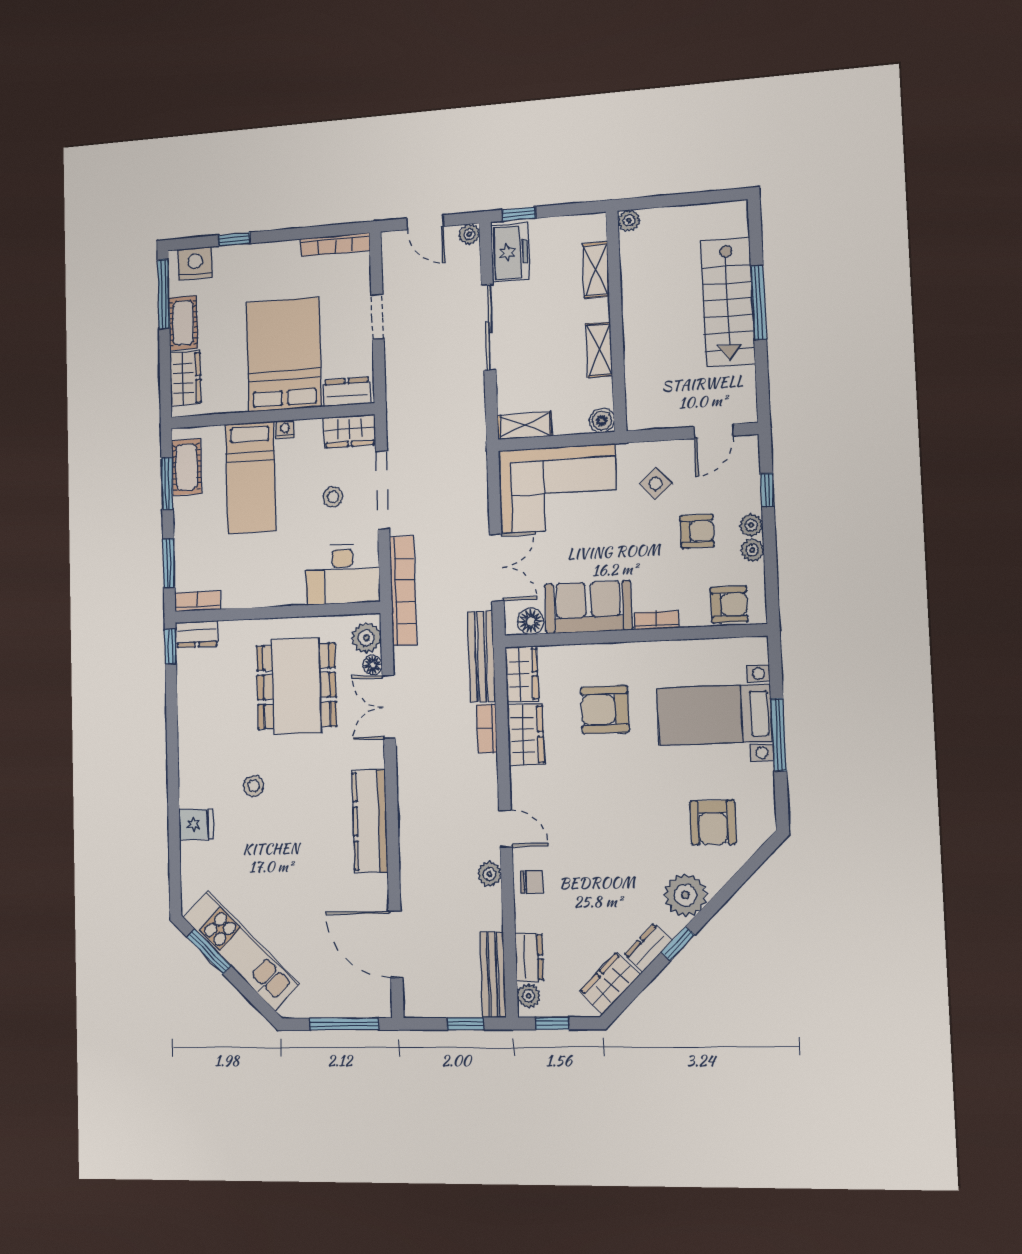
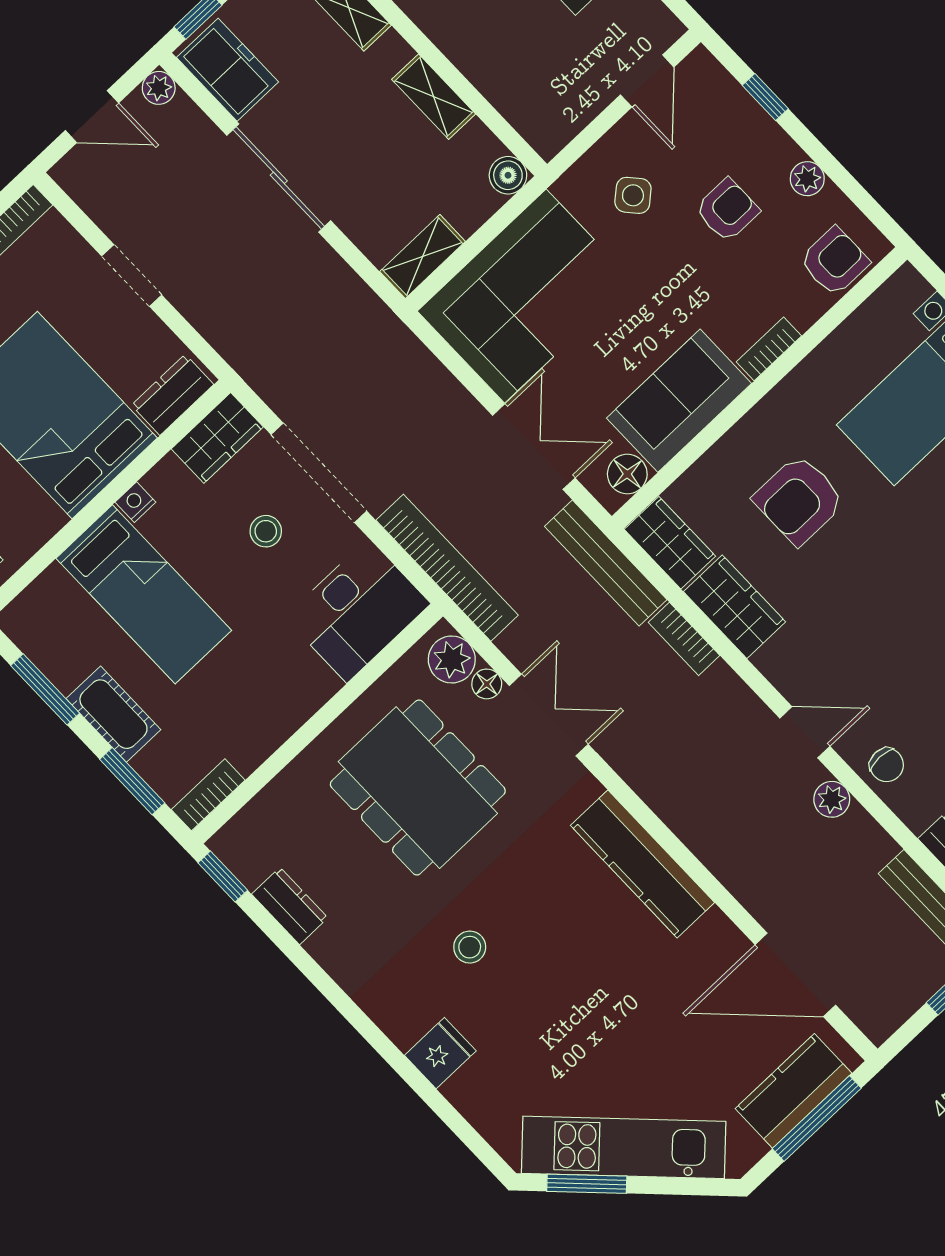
cot: (187, 467) -> (113, 714), moved
plant: (751, 525) -> (781, 151), removed
dresser: (197, 634) -> (290, 906), moved, turned -90
double door: (389, 707) -> (549, 715), swing flipped
chair: (532, 882) -> (887, 765), turned 90
kitchen counter: (345, 1000) -> (793, 1091), added

